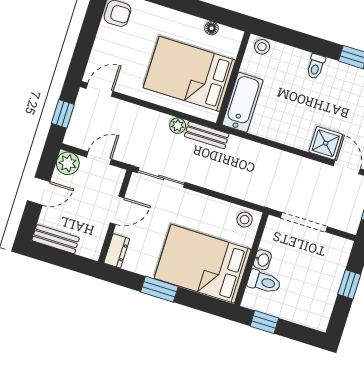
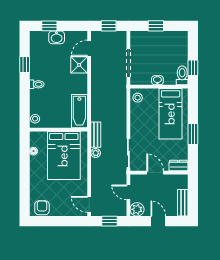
bathtub: (243, 102) -> (79, 111), moved, turned -90
bed: (203, 264) -> (171, 114), width x0.67
toilet: (264, 282) -> (182, 75), moved

